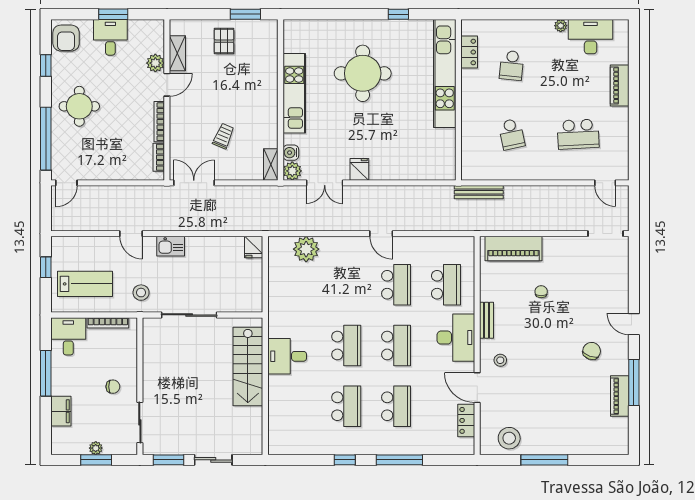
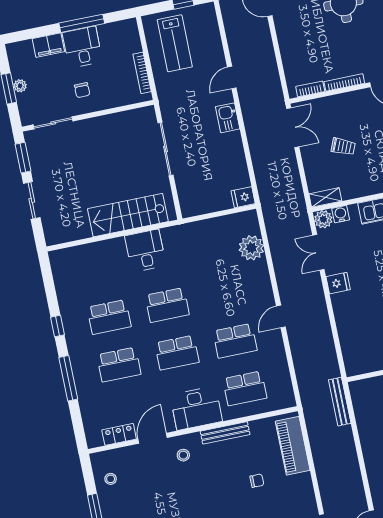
stool: (141, 293) -> (177, 99), removed
bench: (487, 320) -> (225, 433), width x1.36
desk: (68, 336) -> (82, 47), moved, turned -90
stool: (509, 438) -> (111, 479), width x0.53, depth x0.53

